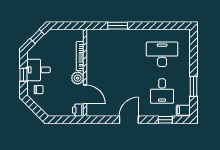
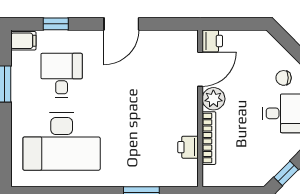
printer: (92, 51) -> (188, 147), added
desk: (162, 54) -> (62, 141), width x1.36, depth x1.30
door: (85, 94) -> (200, 69), swing flipped

